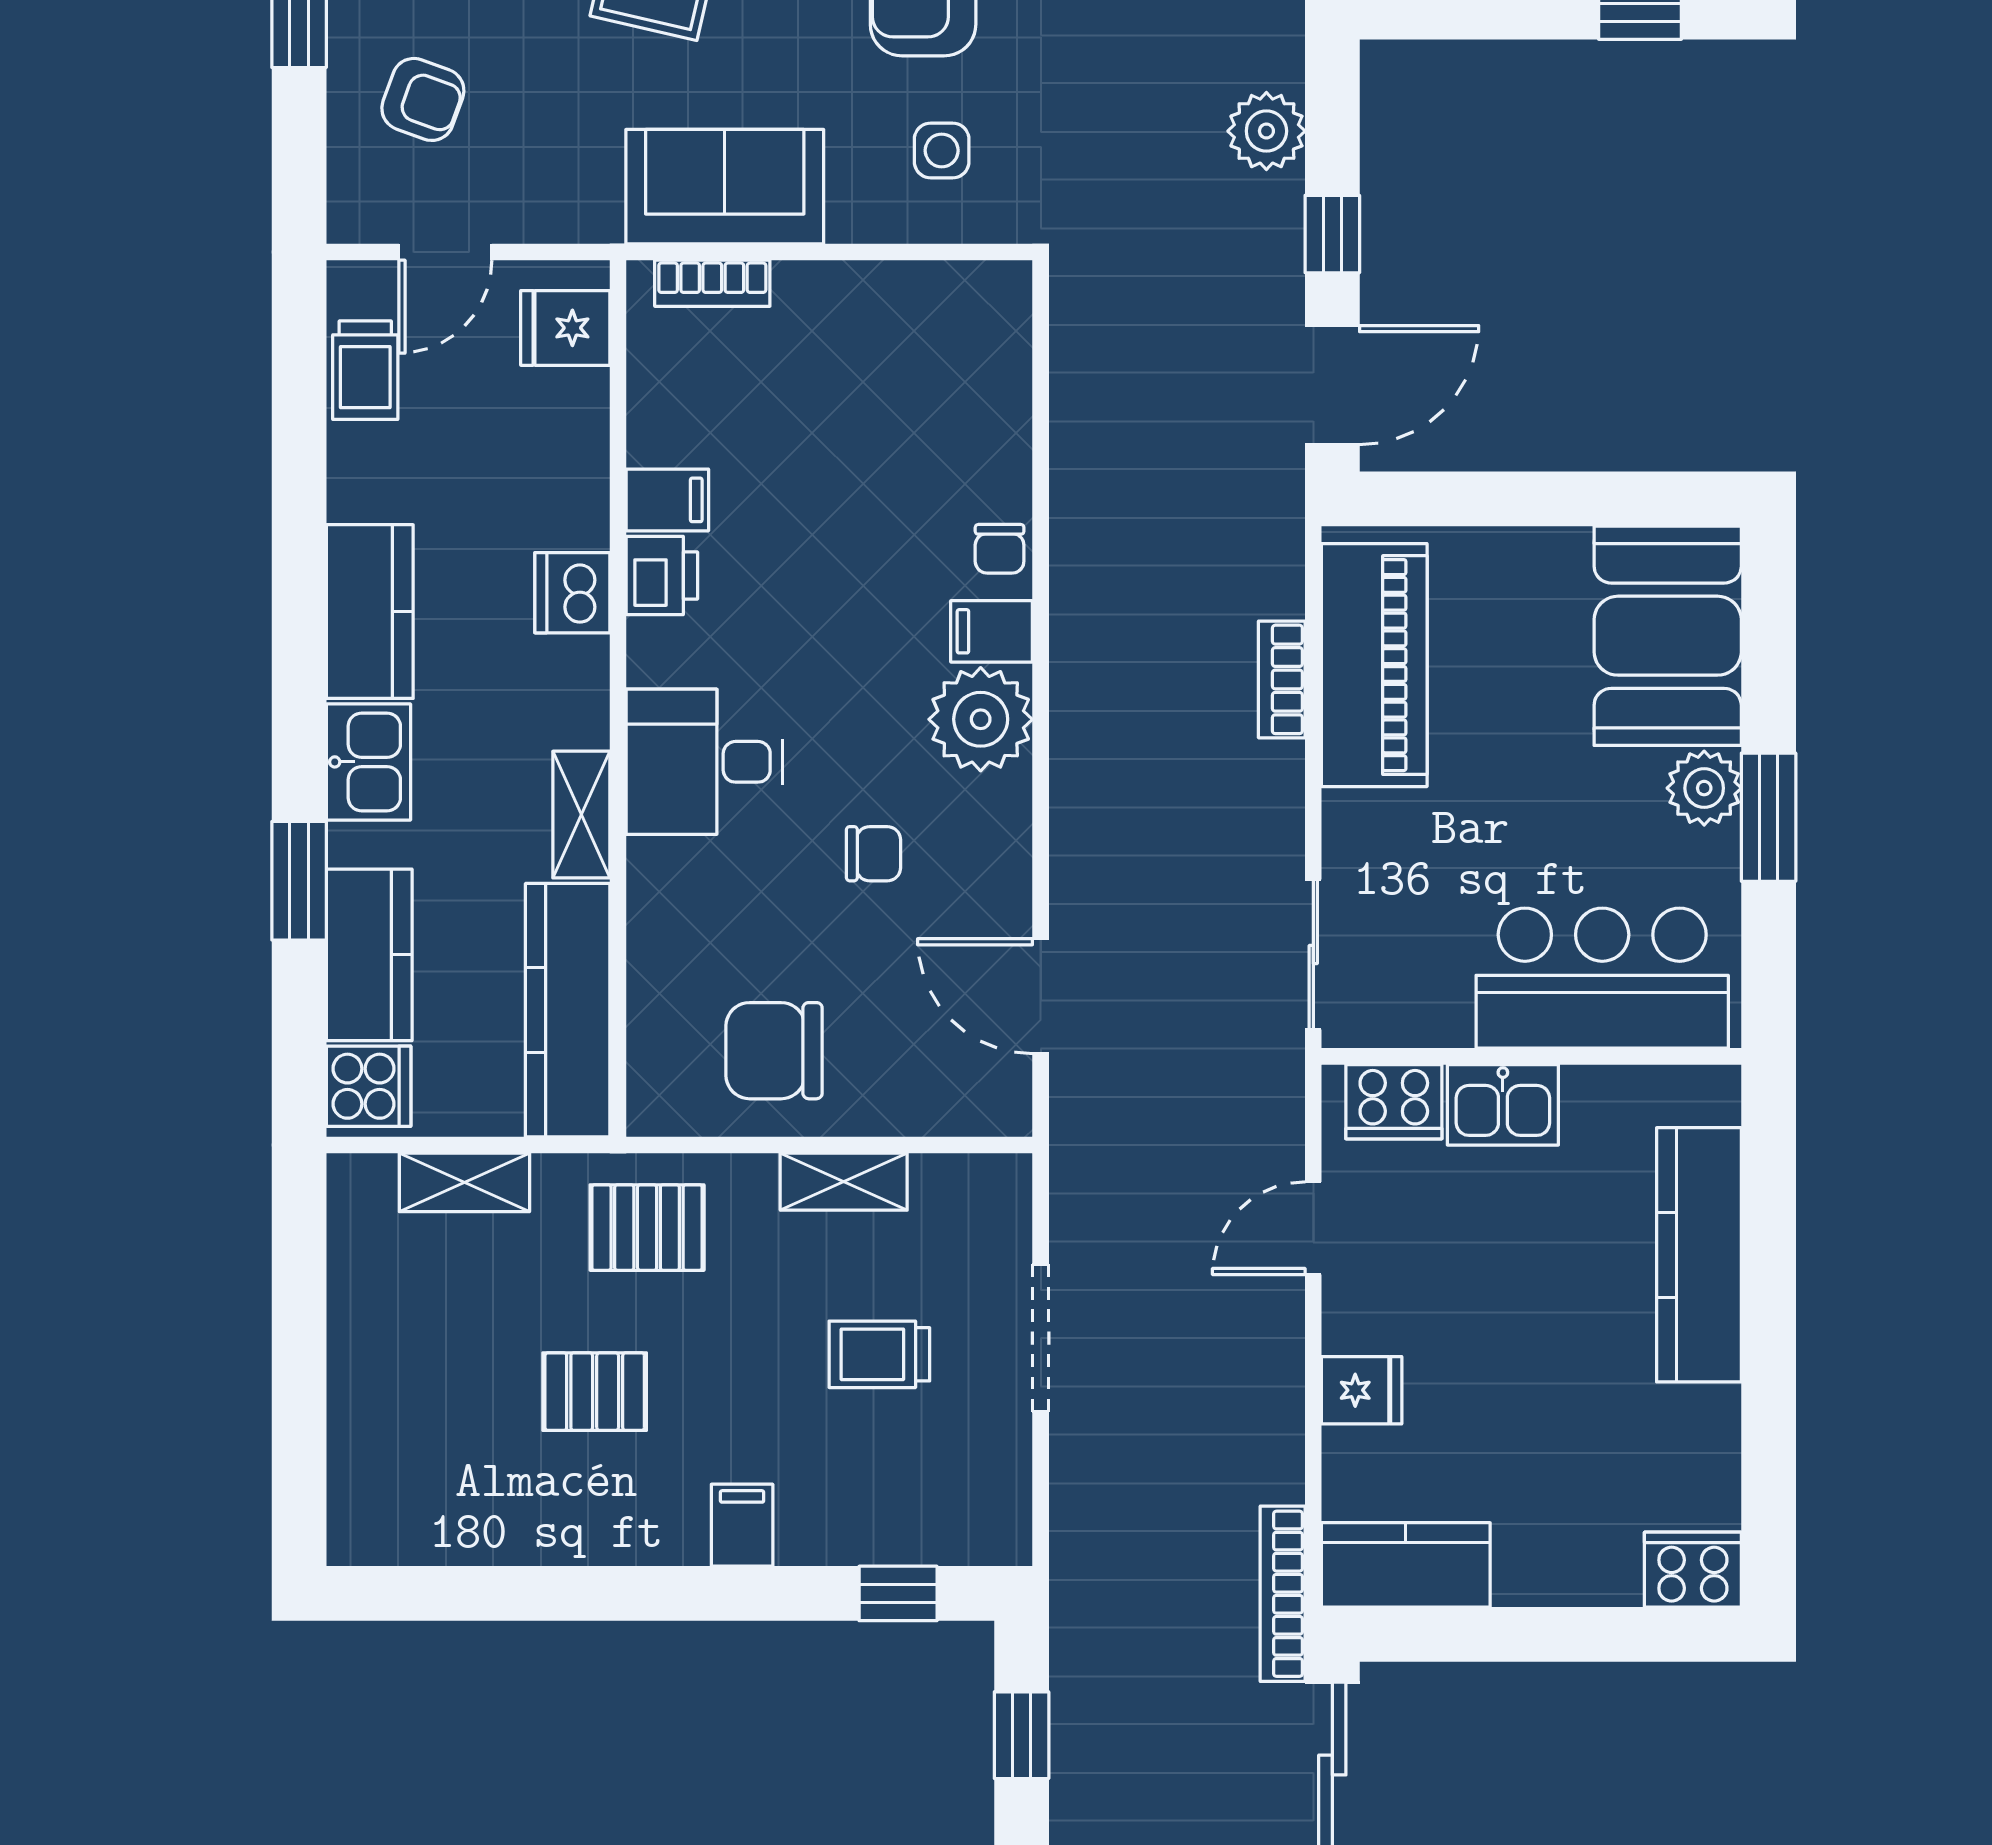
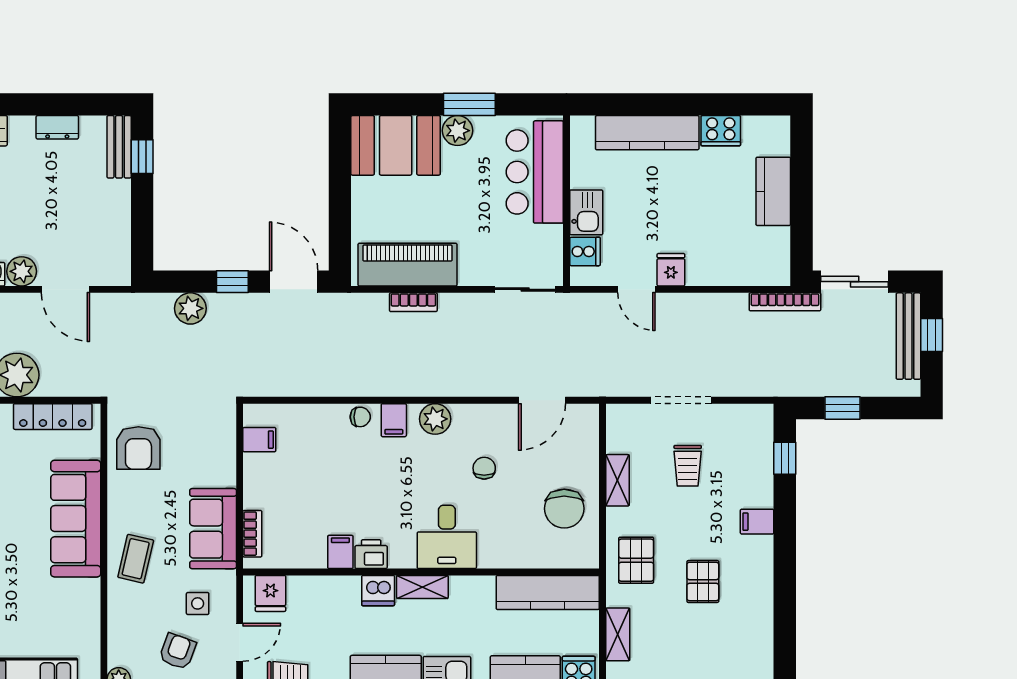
side table: (942, 150) -> (198, 603), moved
door: (445, 252) -> (240, 642), hinge flipped
filing cabinet: (944, 301) -> (259, 440), added
plant: (981, 719) -> (435, 419), width x0.73, depth x0.73
shelving: (581, 815) -> (422, 587), moved
cooker: (1394, 1102) -> (585, 251), width x0.73
fridge: (1362, 1390) -> (671, 270), moved
kitchen counter: (1406, 1565) -> (773, 191), moved
cooker: (1693, 1570) -> (721, 131), moved, turned -90

